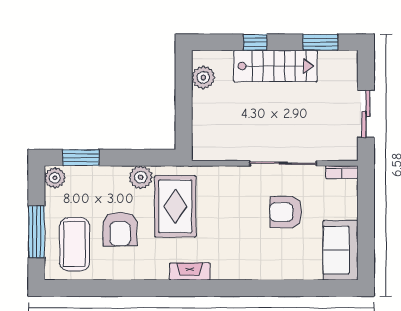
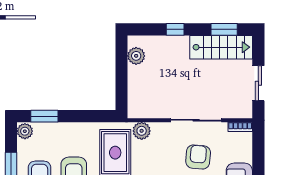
stairs: (275, 66) -> (221, 47), moved
plant: (141, 177) -> (142, 131), moved
armchair: (286, 212) -> (198, 157), turned 95

